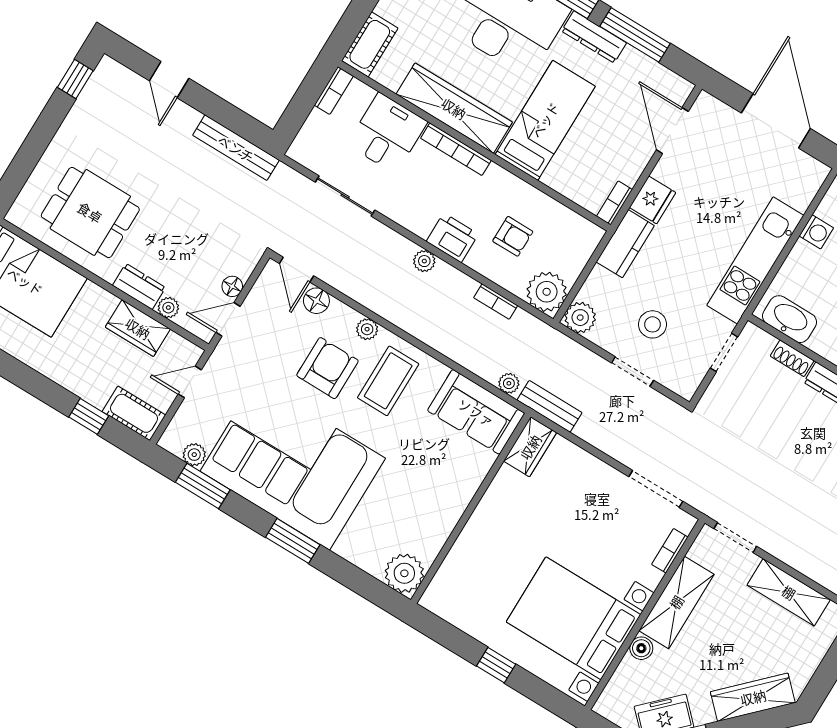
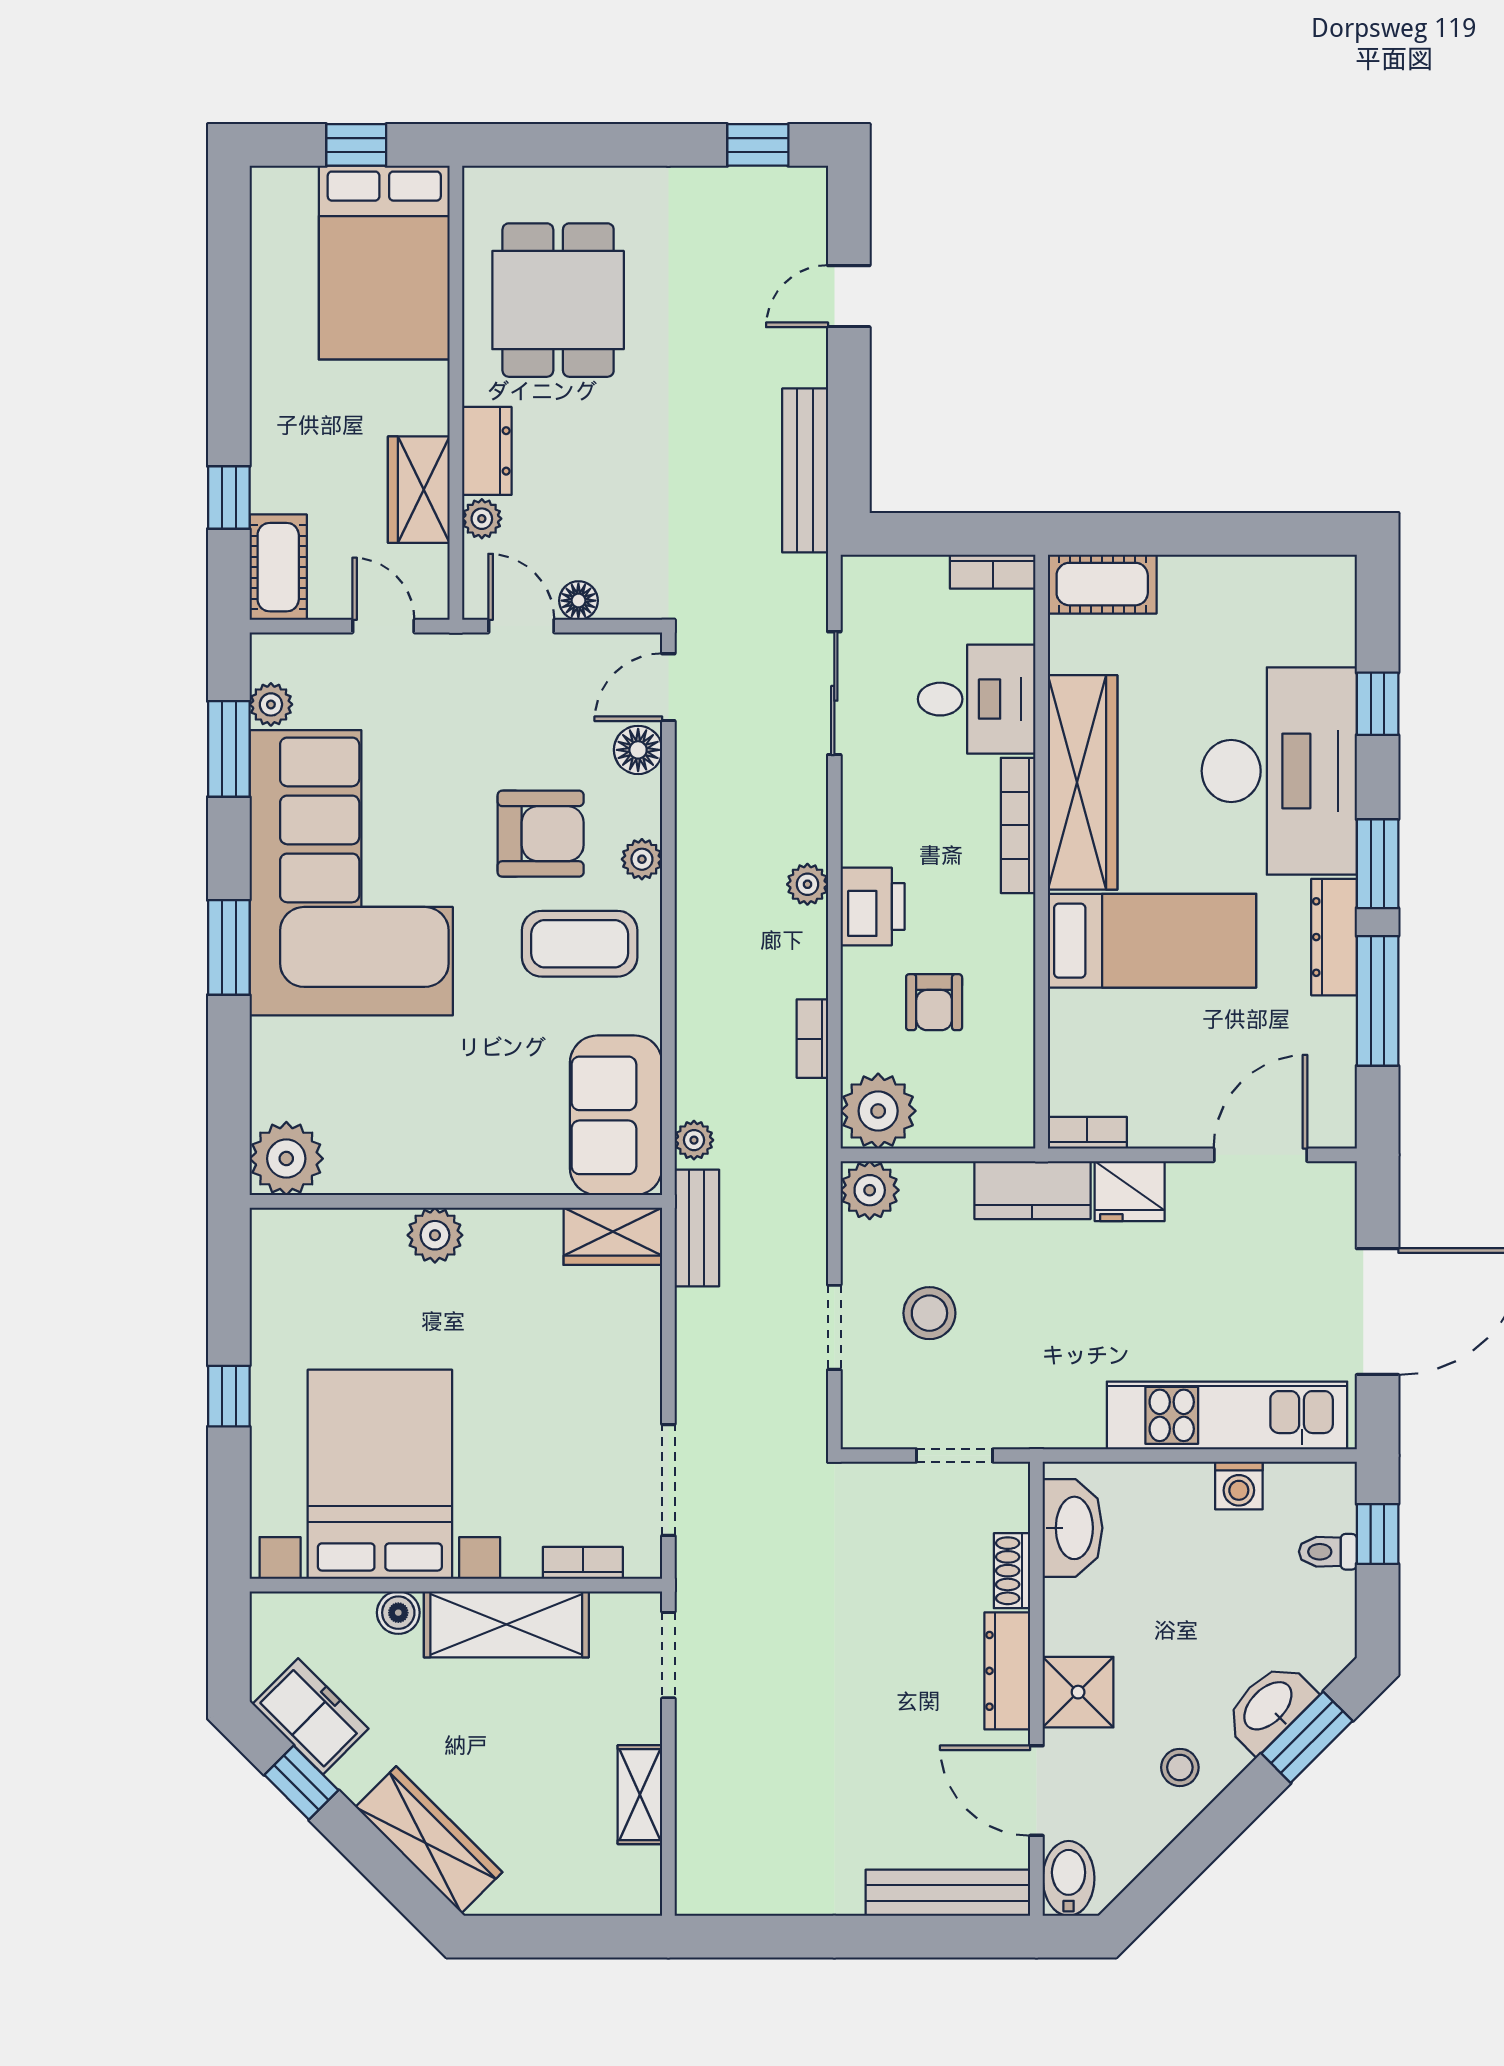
kitchen unit: (755, 260) -> (1227, 1415), moved
plant: (480, 527) -> (435, 1235), added
shelving: (789, 592) -> (640, 1795), width x0.67, depth x0.75

